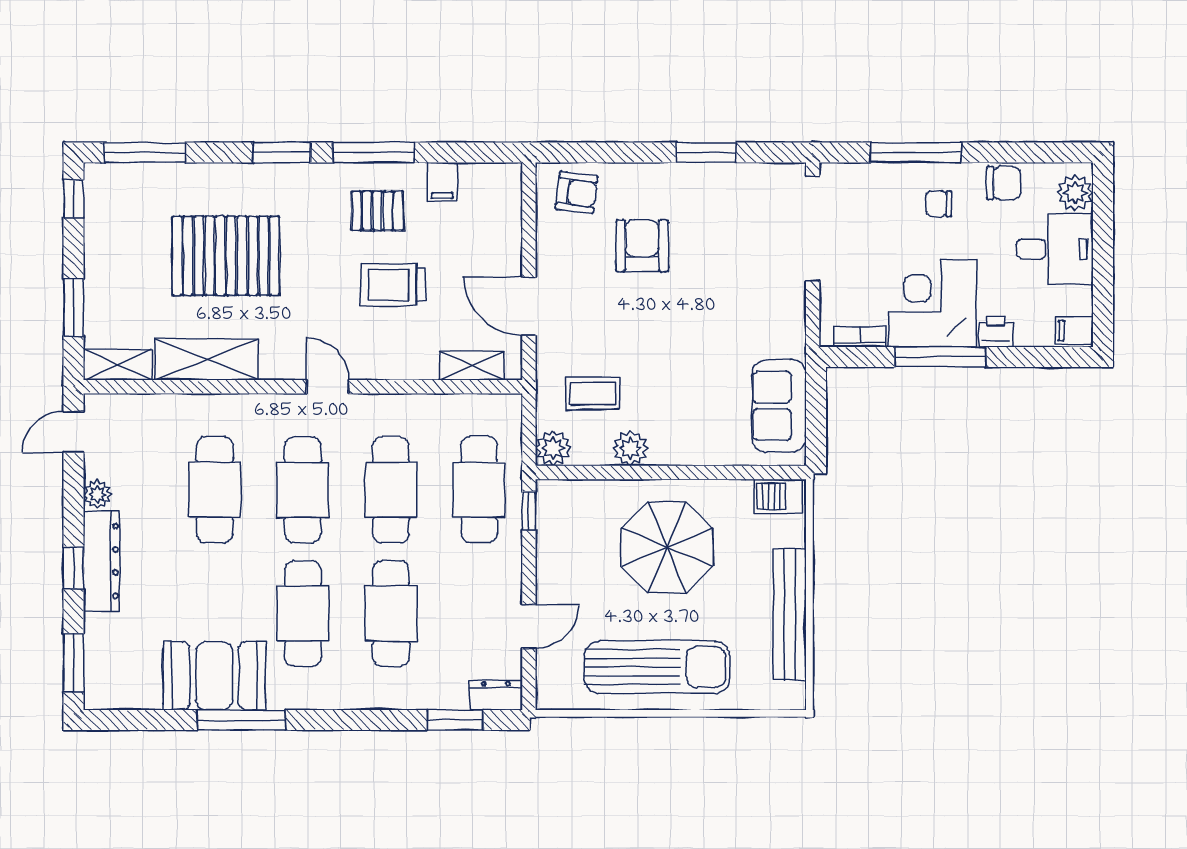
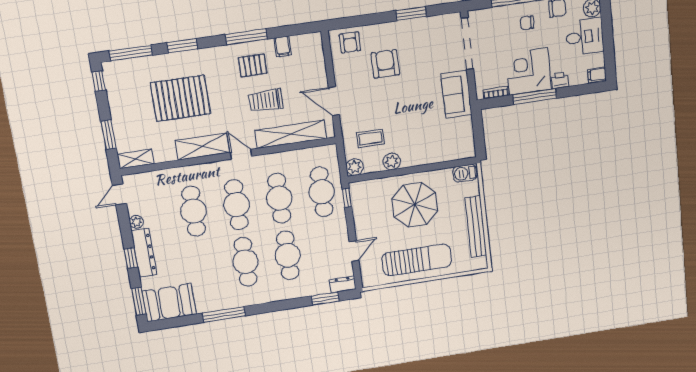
window: (282, 152) -> (182, 46), moved
armchair: (577, 193) -> (350, 42), turned 83
shelving: (207, 359) -> (202, 147), moved
shelving: (472, 366) -> (291, 134), width x2.20, depth x1.33
sofa: (779, 406) -> (456, 94), moved
booth: (214, 676) -> (169, 303), moved

